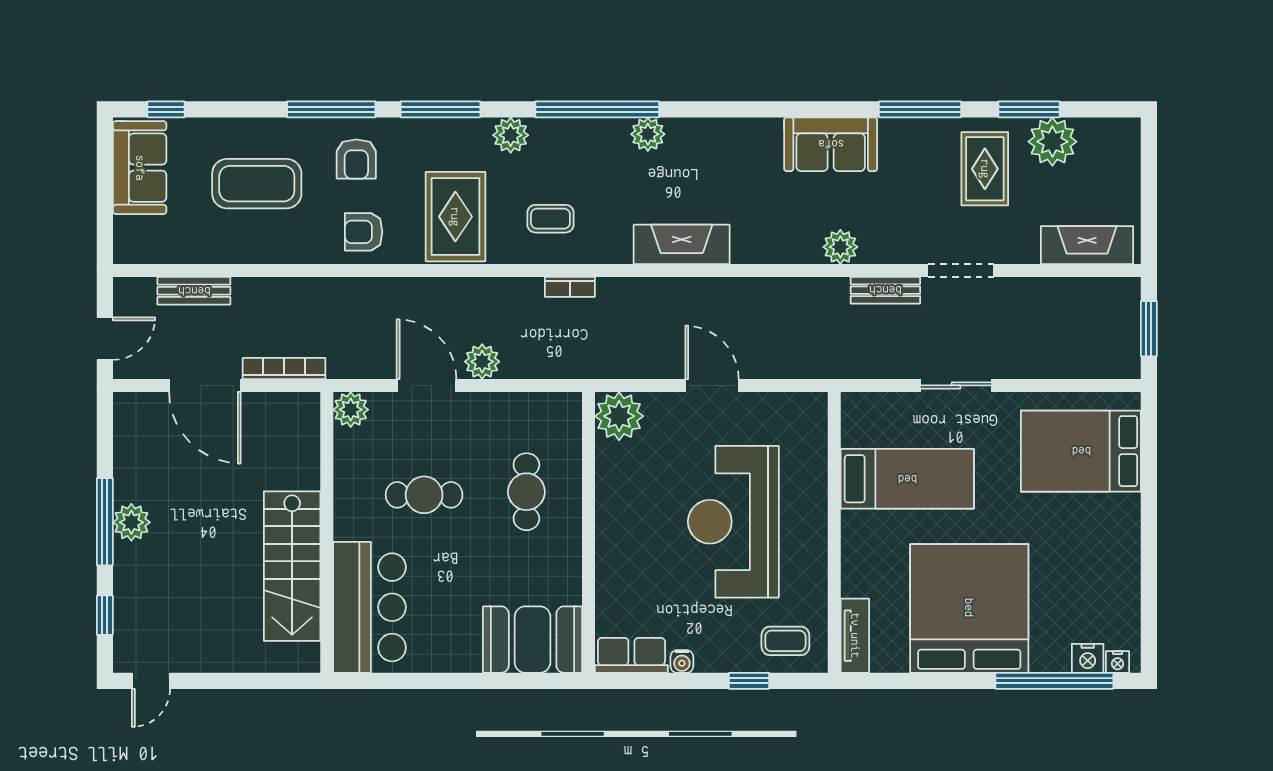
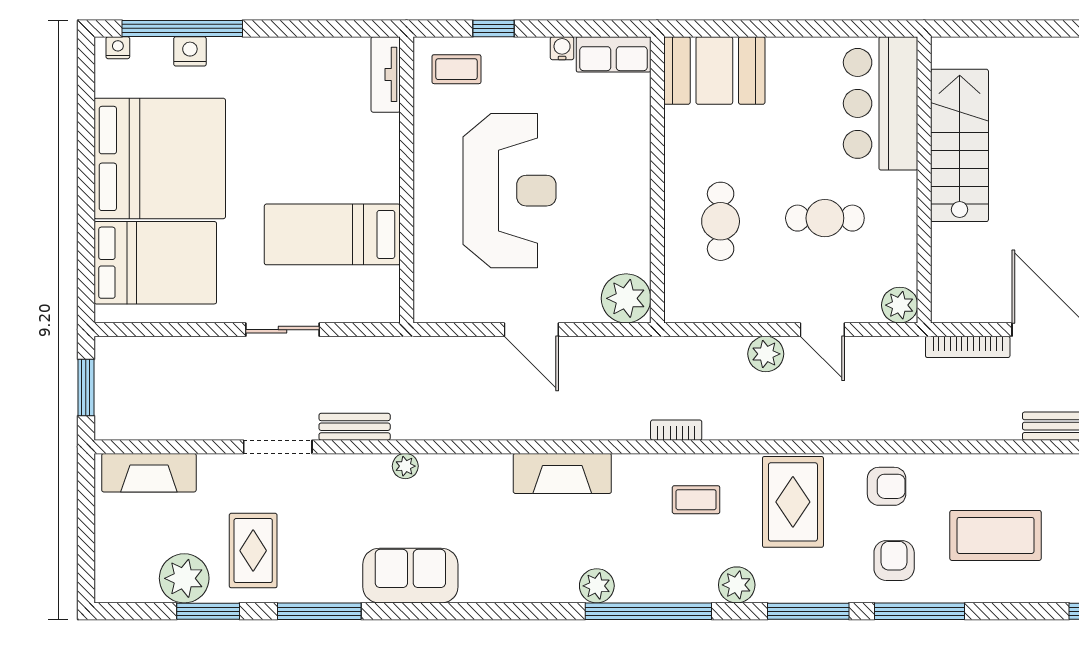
plant: (840, 247) -> (405, 466), width x0.73, depth x0.73
door: (427, 385) -> (822, 330), width x0.73
bed: (969, 608) -> (160, 158), moved, turned -90
nightstand: (1088, 658) -> (190, 51), moved

